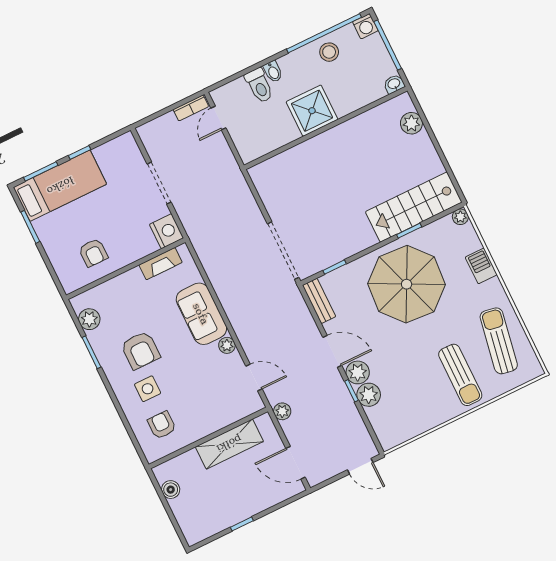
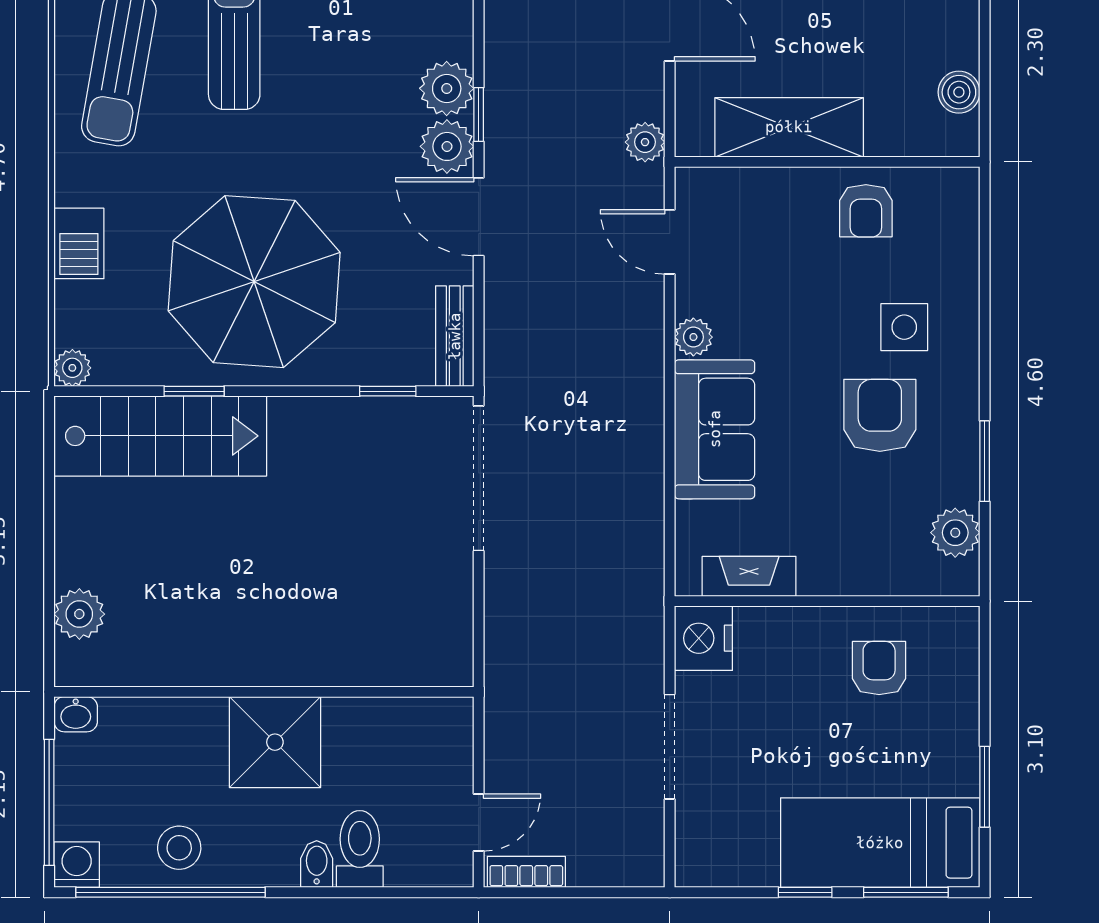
armchair: (162, 425) -> (866, 211), moved

